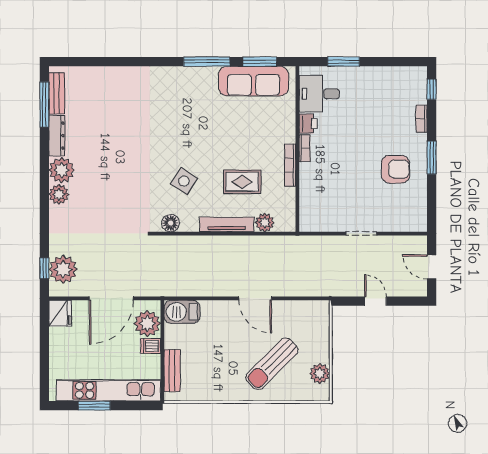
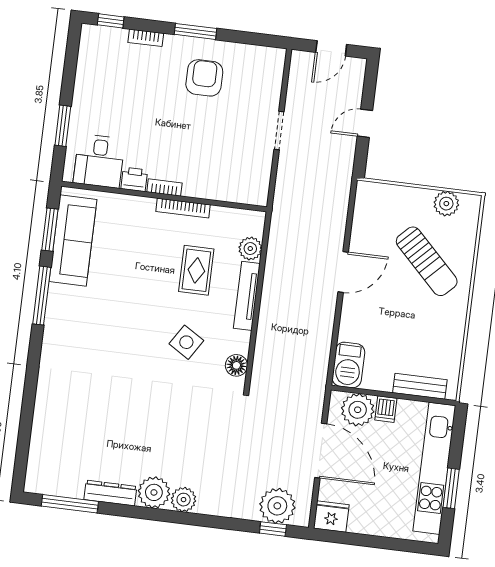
bench: (57, 93) -> (58, 487), removed

